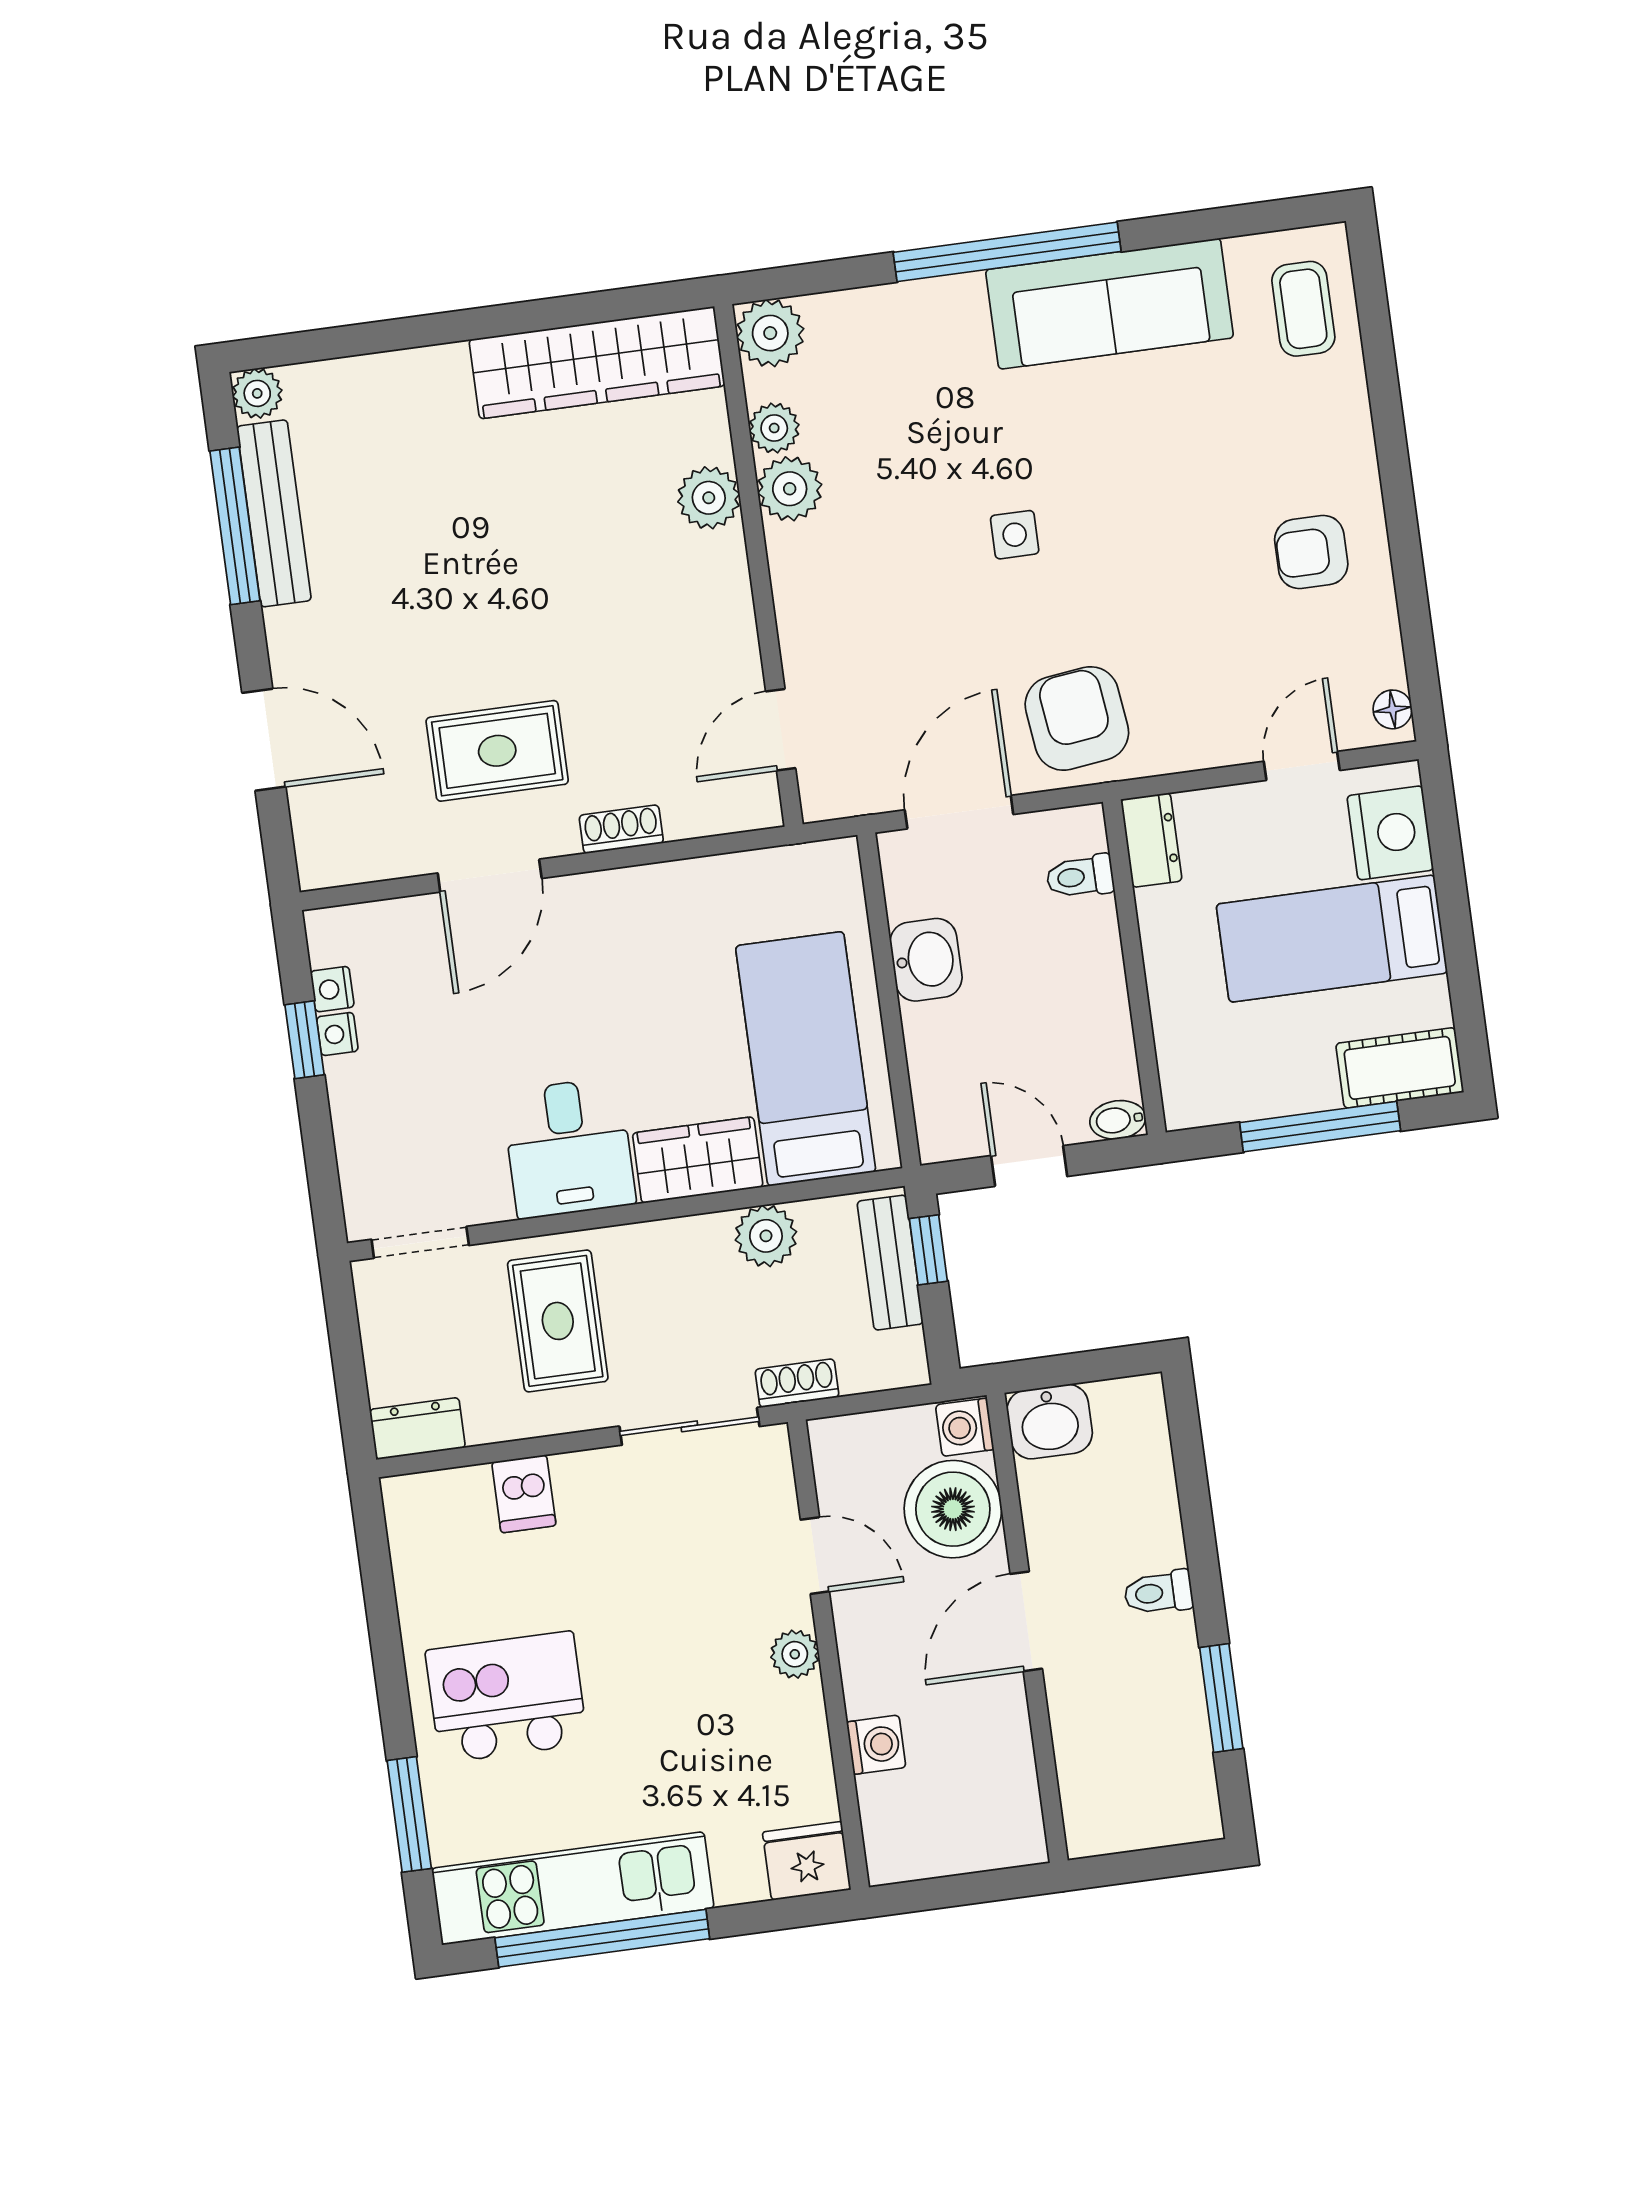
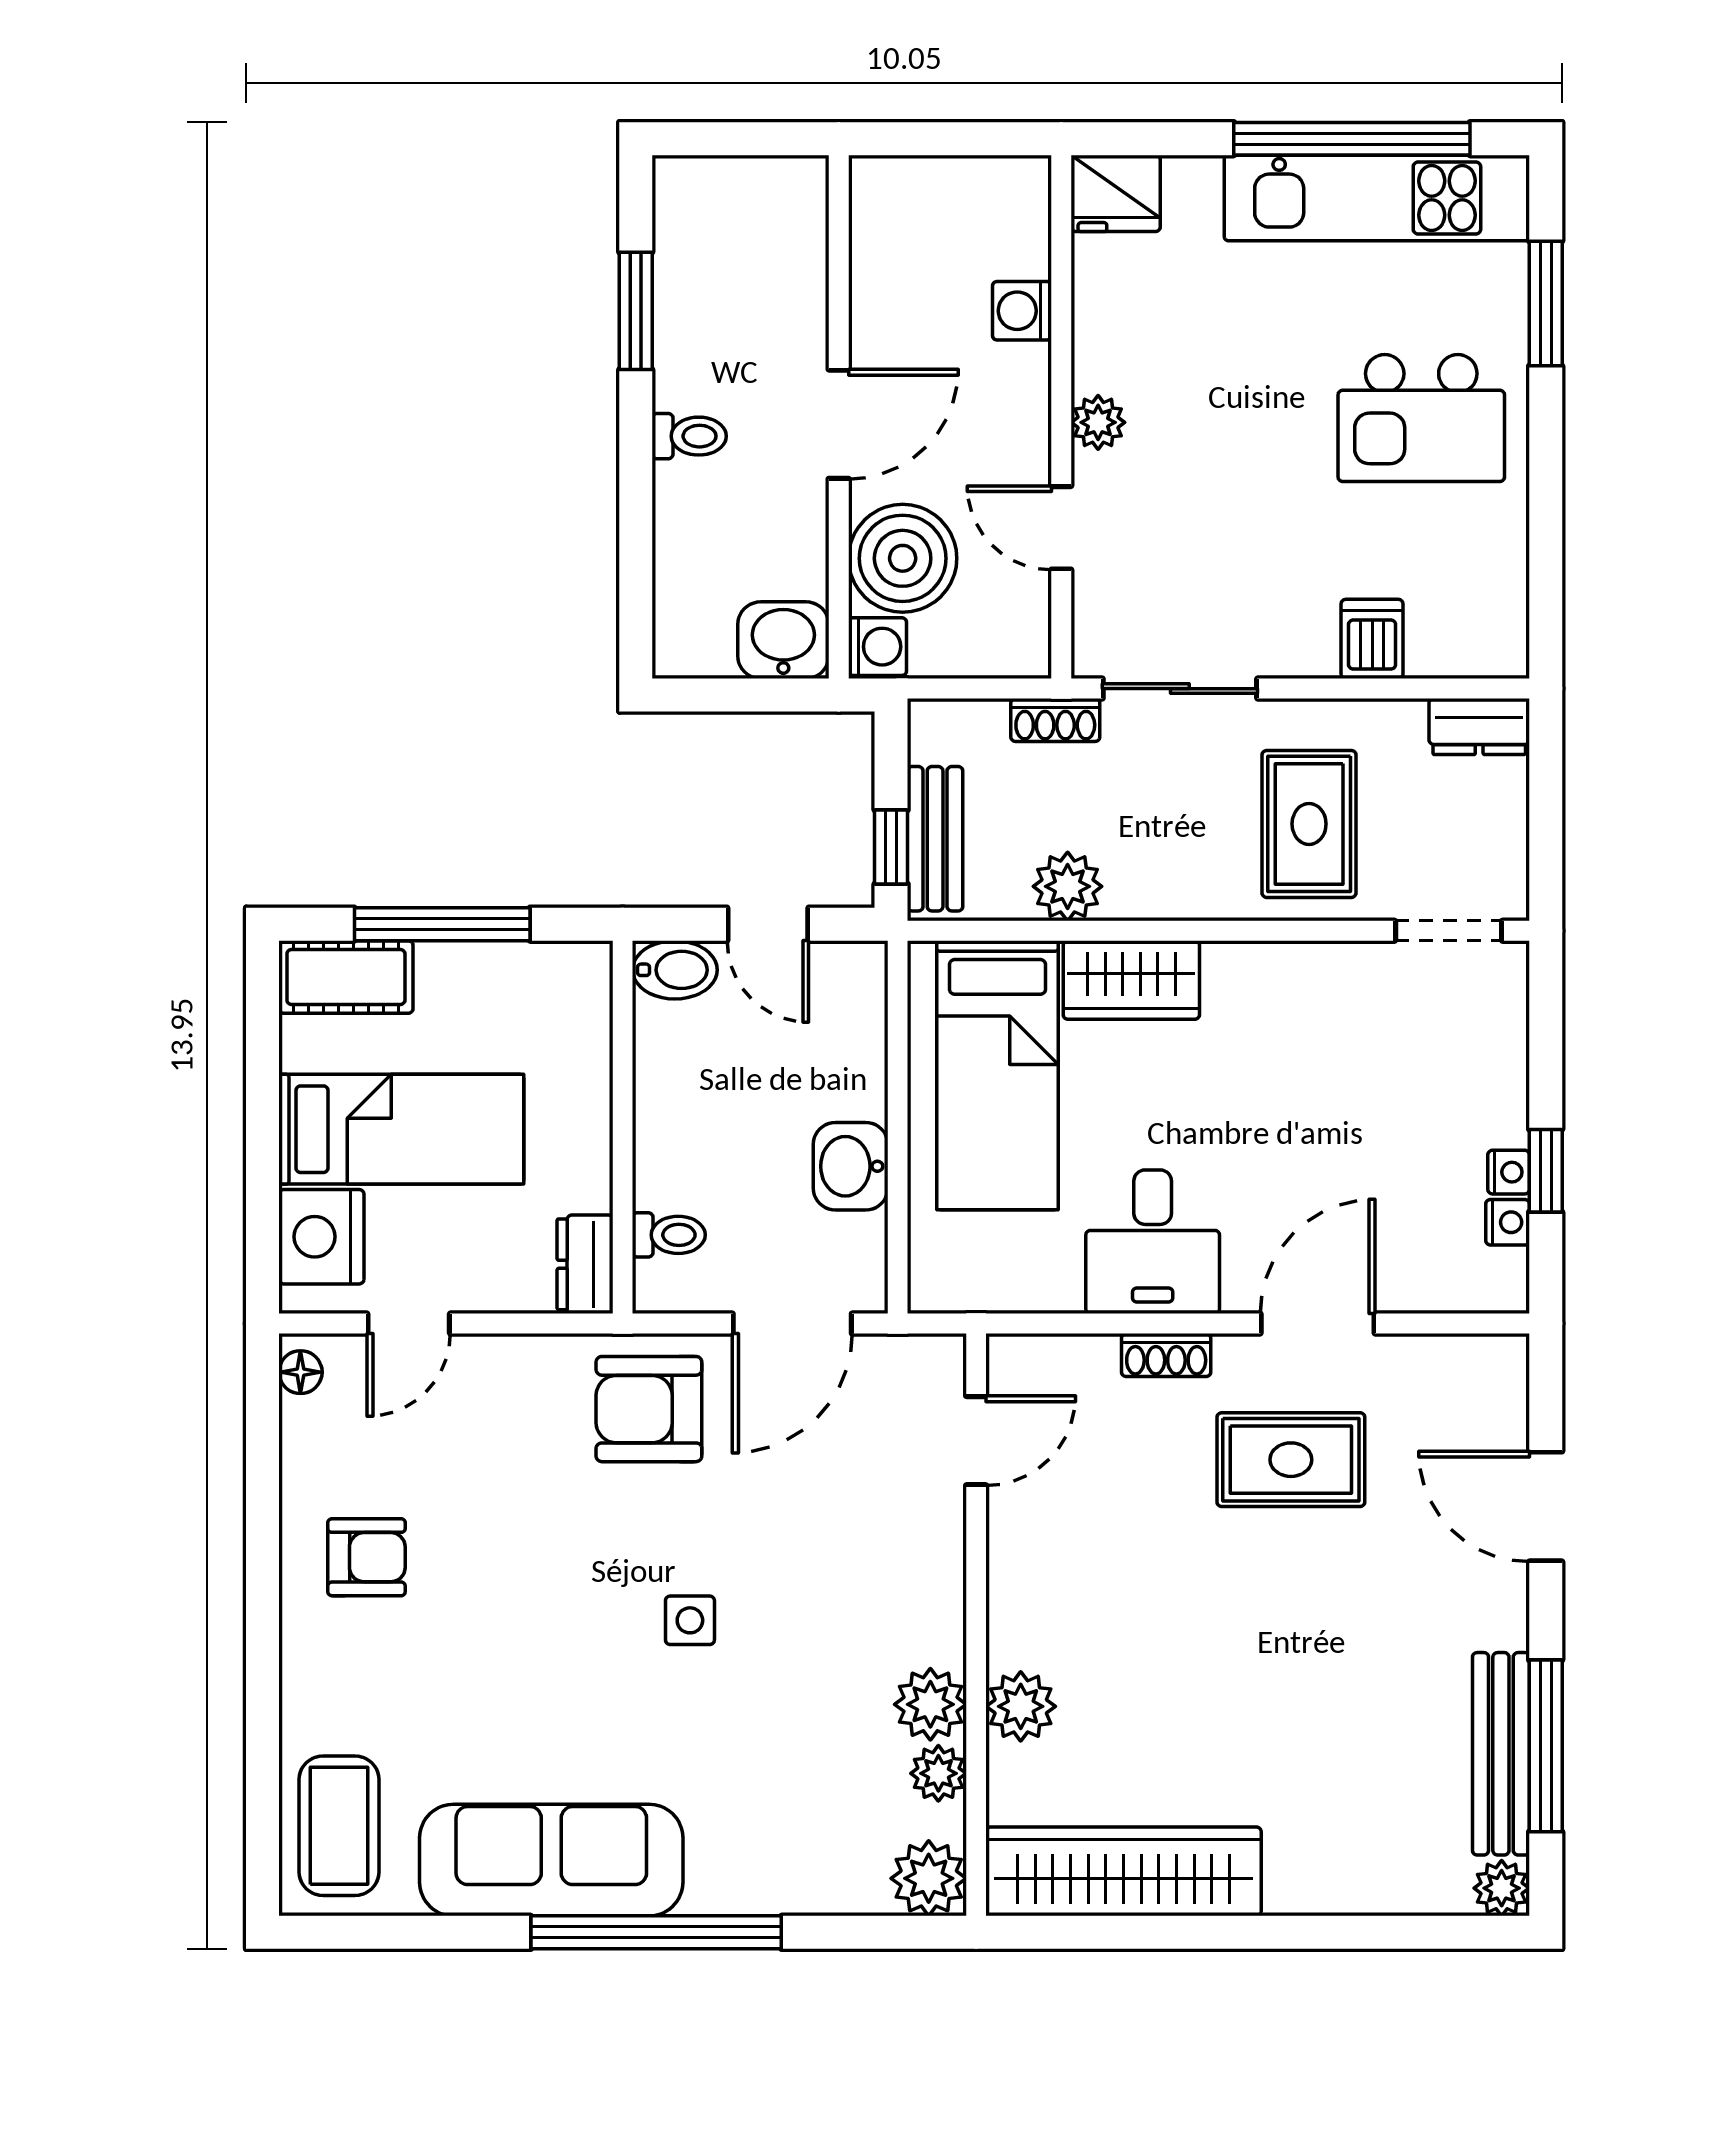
coffee table: (1303, 309) -> (339, 1826), width x1.36, depth x1.30
armchair: (1077, 718) -> (649, 1409), turned 97
bidet: (1118, 1120) -> (675, 970), width x1.38, depth x1.36
desk: (569, 1148) -> (1153, 1242), moved, turned 180

